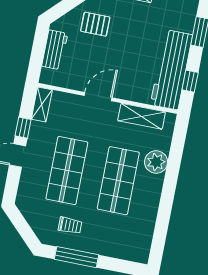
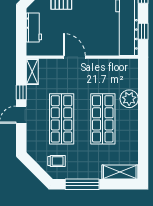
door: (98, 97) -> (74, 57), hinge flipped
shelving: (142, 116) -> (120, 172), moved
trolley: (70, 225) -> (56, 161), moved

